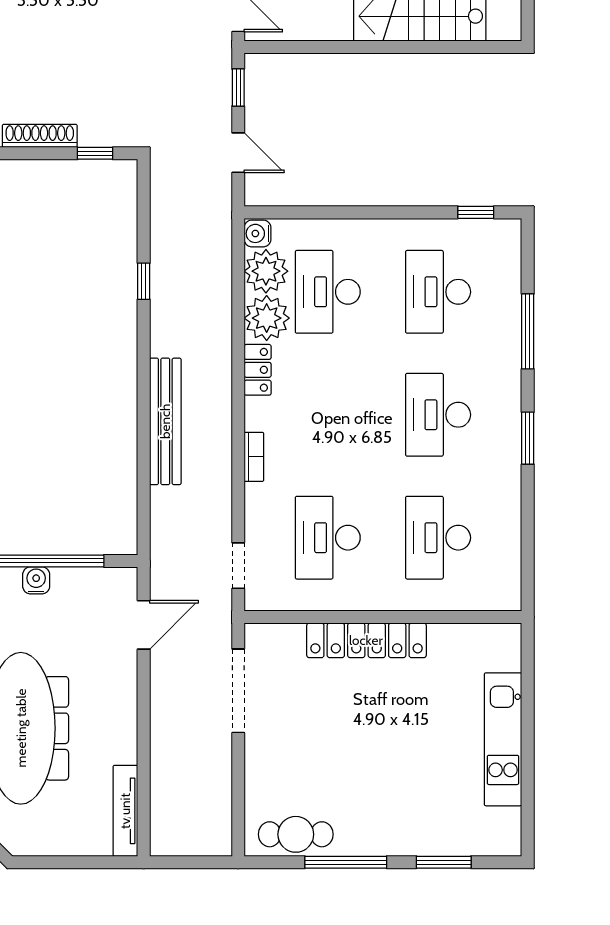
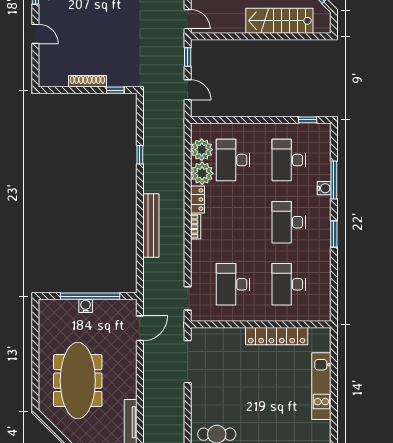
water cooler: (257, 233) -> (324, 188), moved, turned 180
bookcase: (254, 457) -> (196, 227), moved
locker: (366, 640) -> (277, 336), moved

